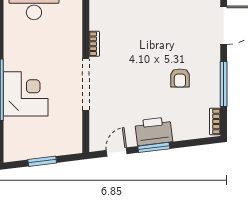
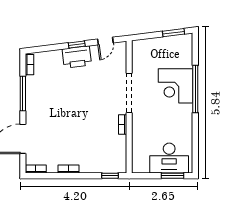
armchair: (180, 78) -> (57, 98), removed
window: (154, 147) -> (77, 45), width x0.67
window: (42, 161) -> (174, 33), moved

